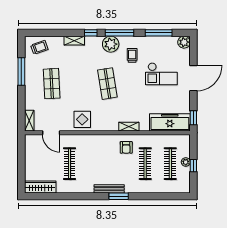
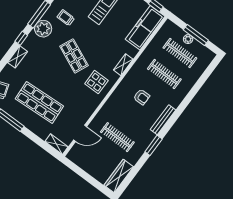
shop shelf: (52, 84) -> (39, 102), width x1.43, depth x1.36
shop shelf: (107, 84) -> (74, 56), turned 33
display table: (82, 119) -> (96, 82), moved
armchair: (126, 147) -> (142, 97), moved
window: (193, 166) -> (196, 35), width x2.17
window: (119, 196) -> (154, 145), moved

